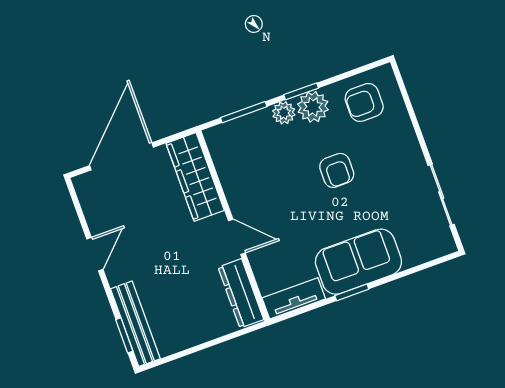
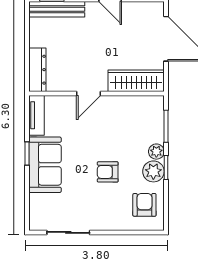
dresser: (241, 293) -> (37, 70), moved, turned 90

